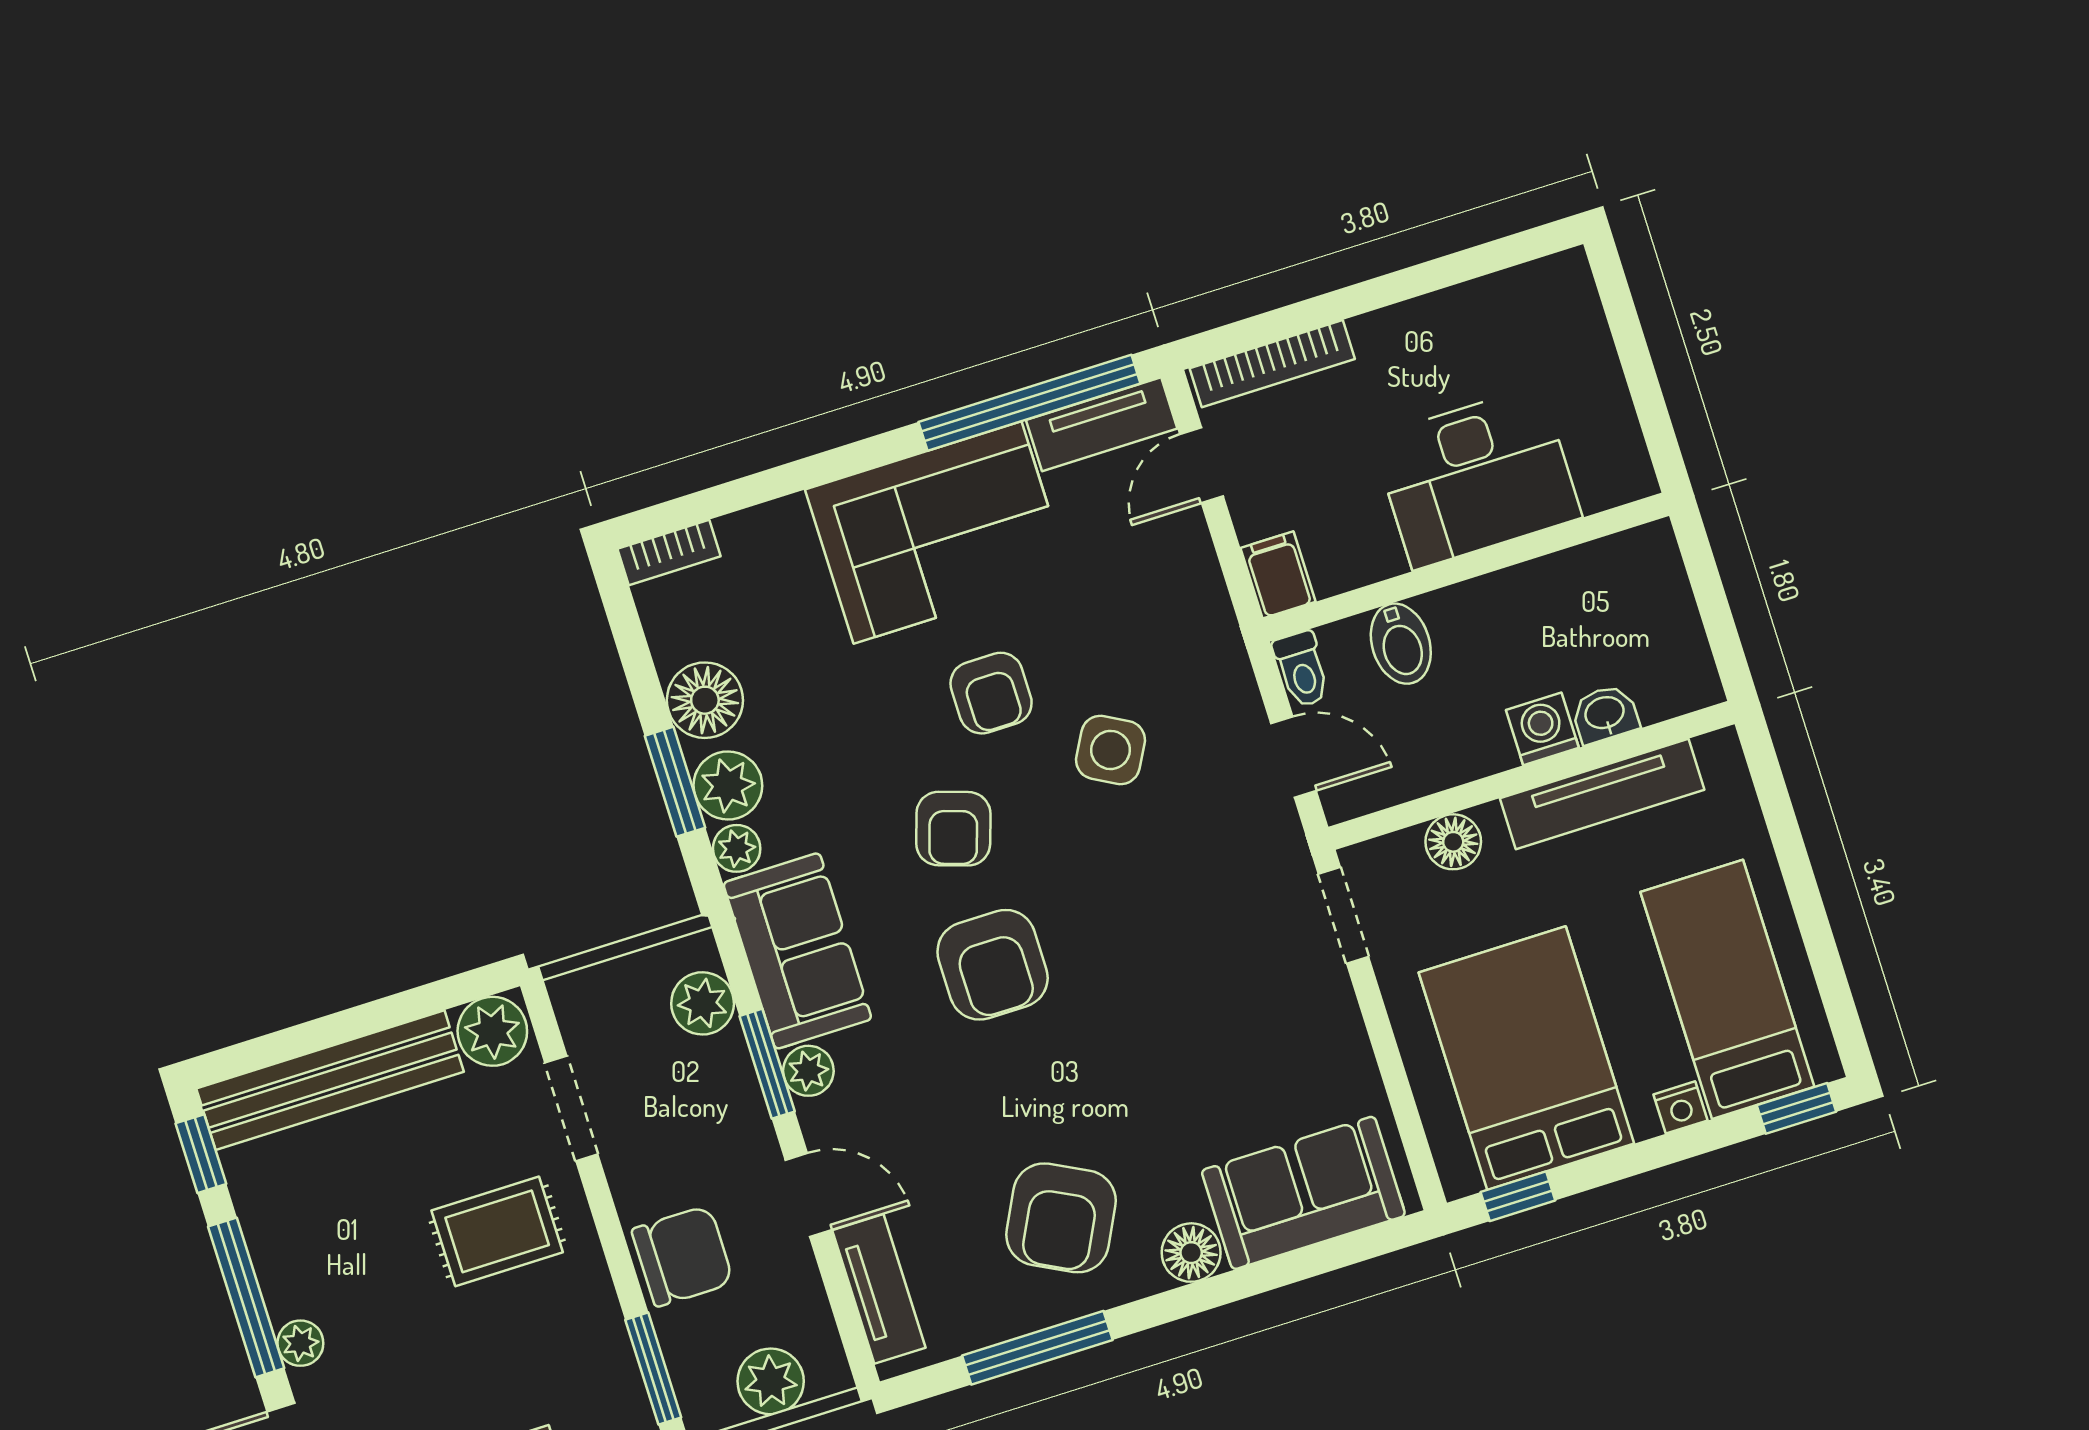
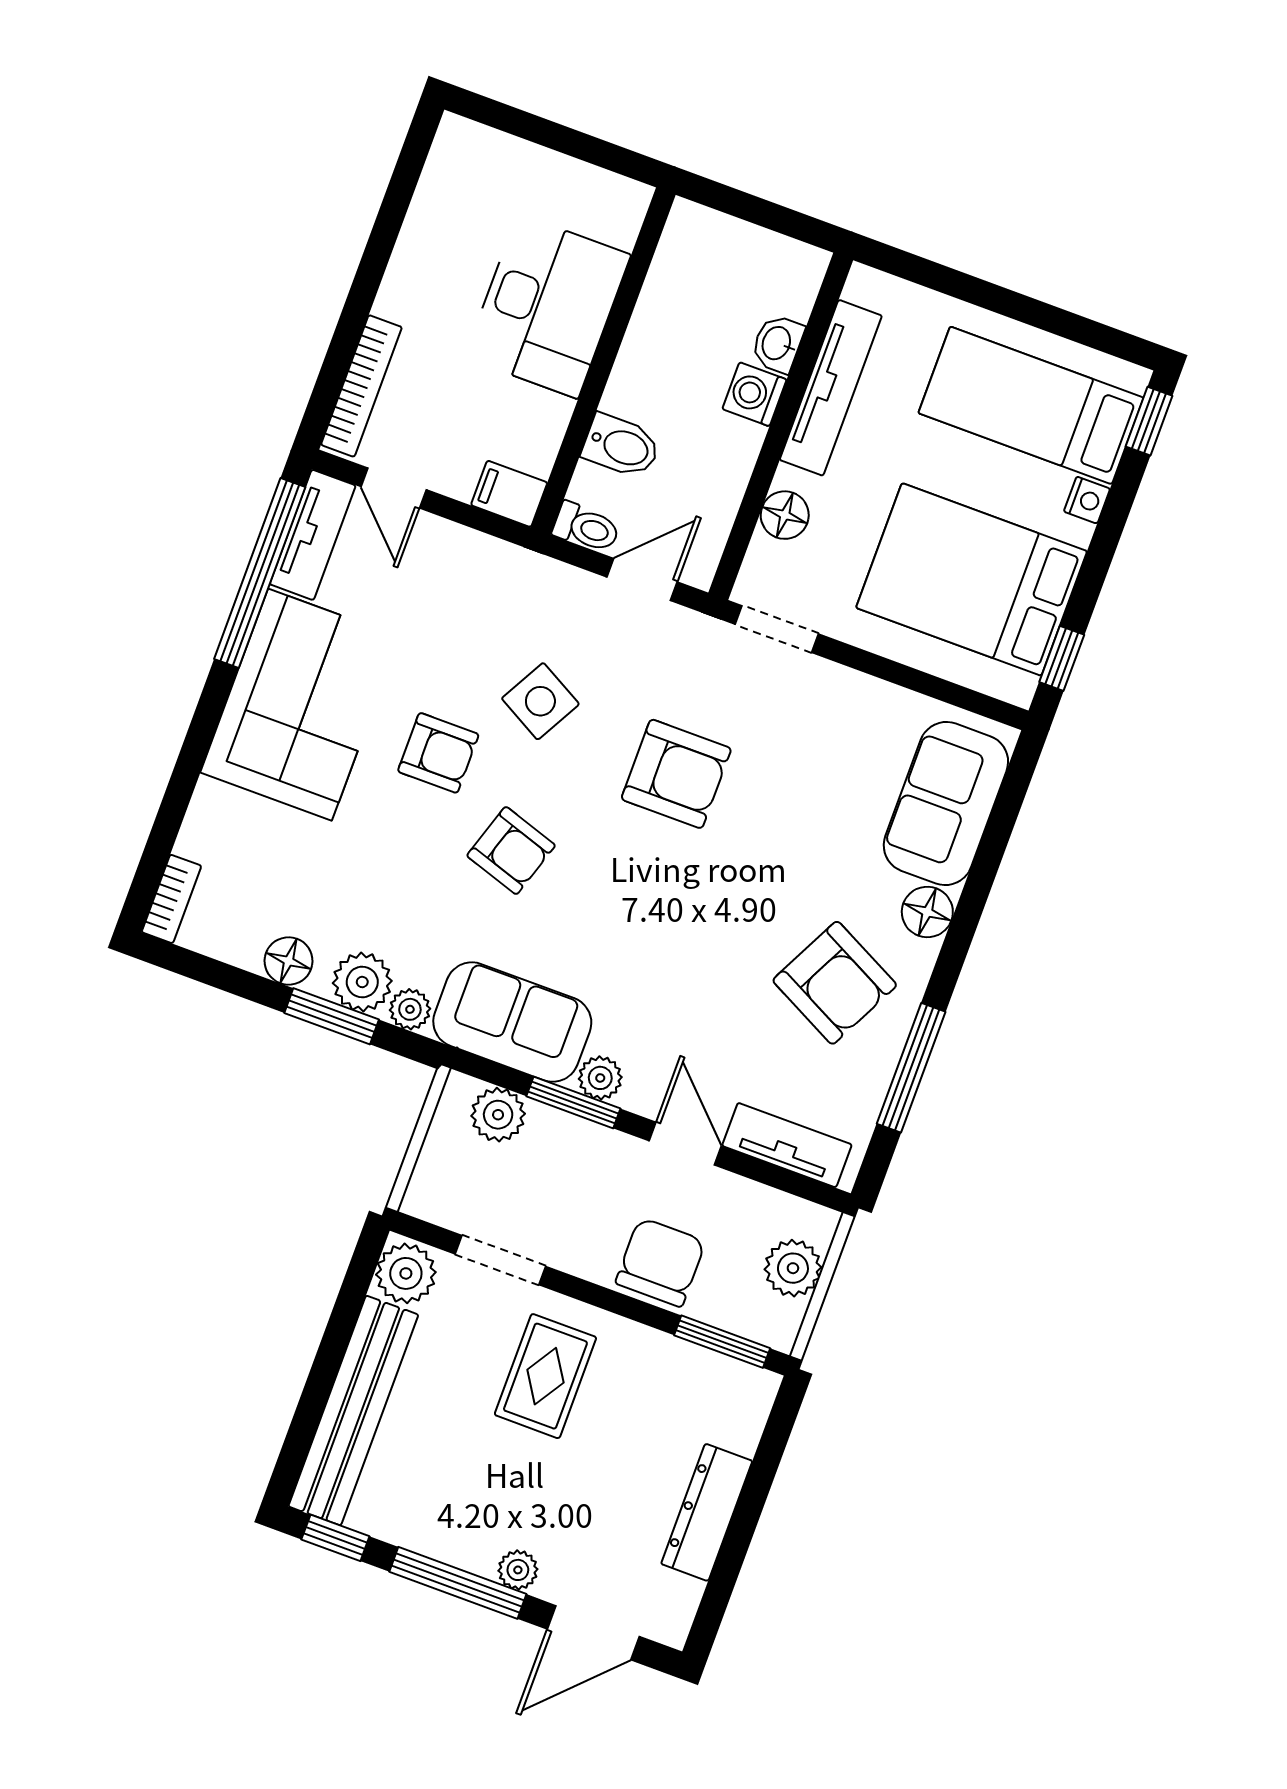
floor lamp: (705, 700) -> (289, 961), width x0.73, depth x0.73
armchair: (993, 965) -> (676, 774), moved
door: (808, 1195) -> (685, 1144), hinge flipped

